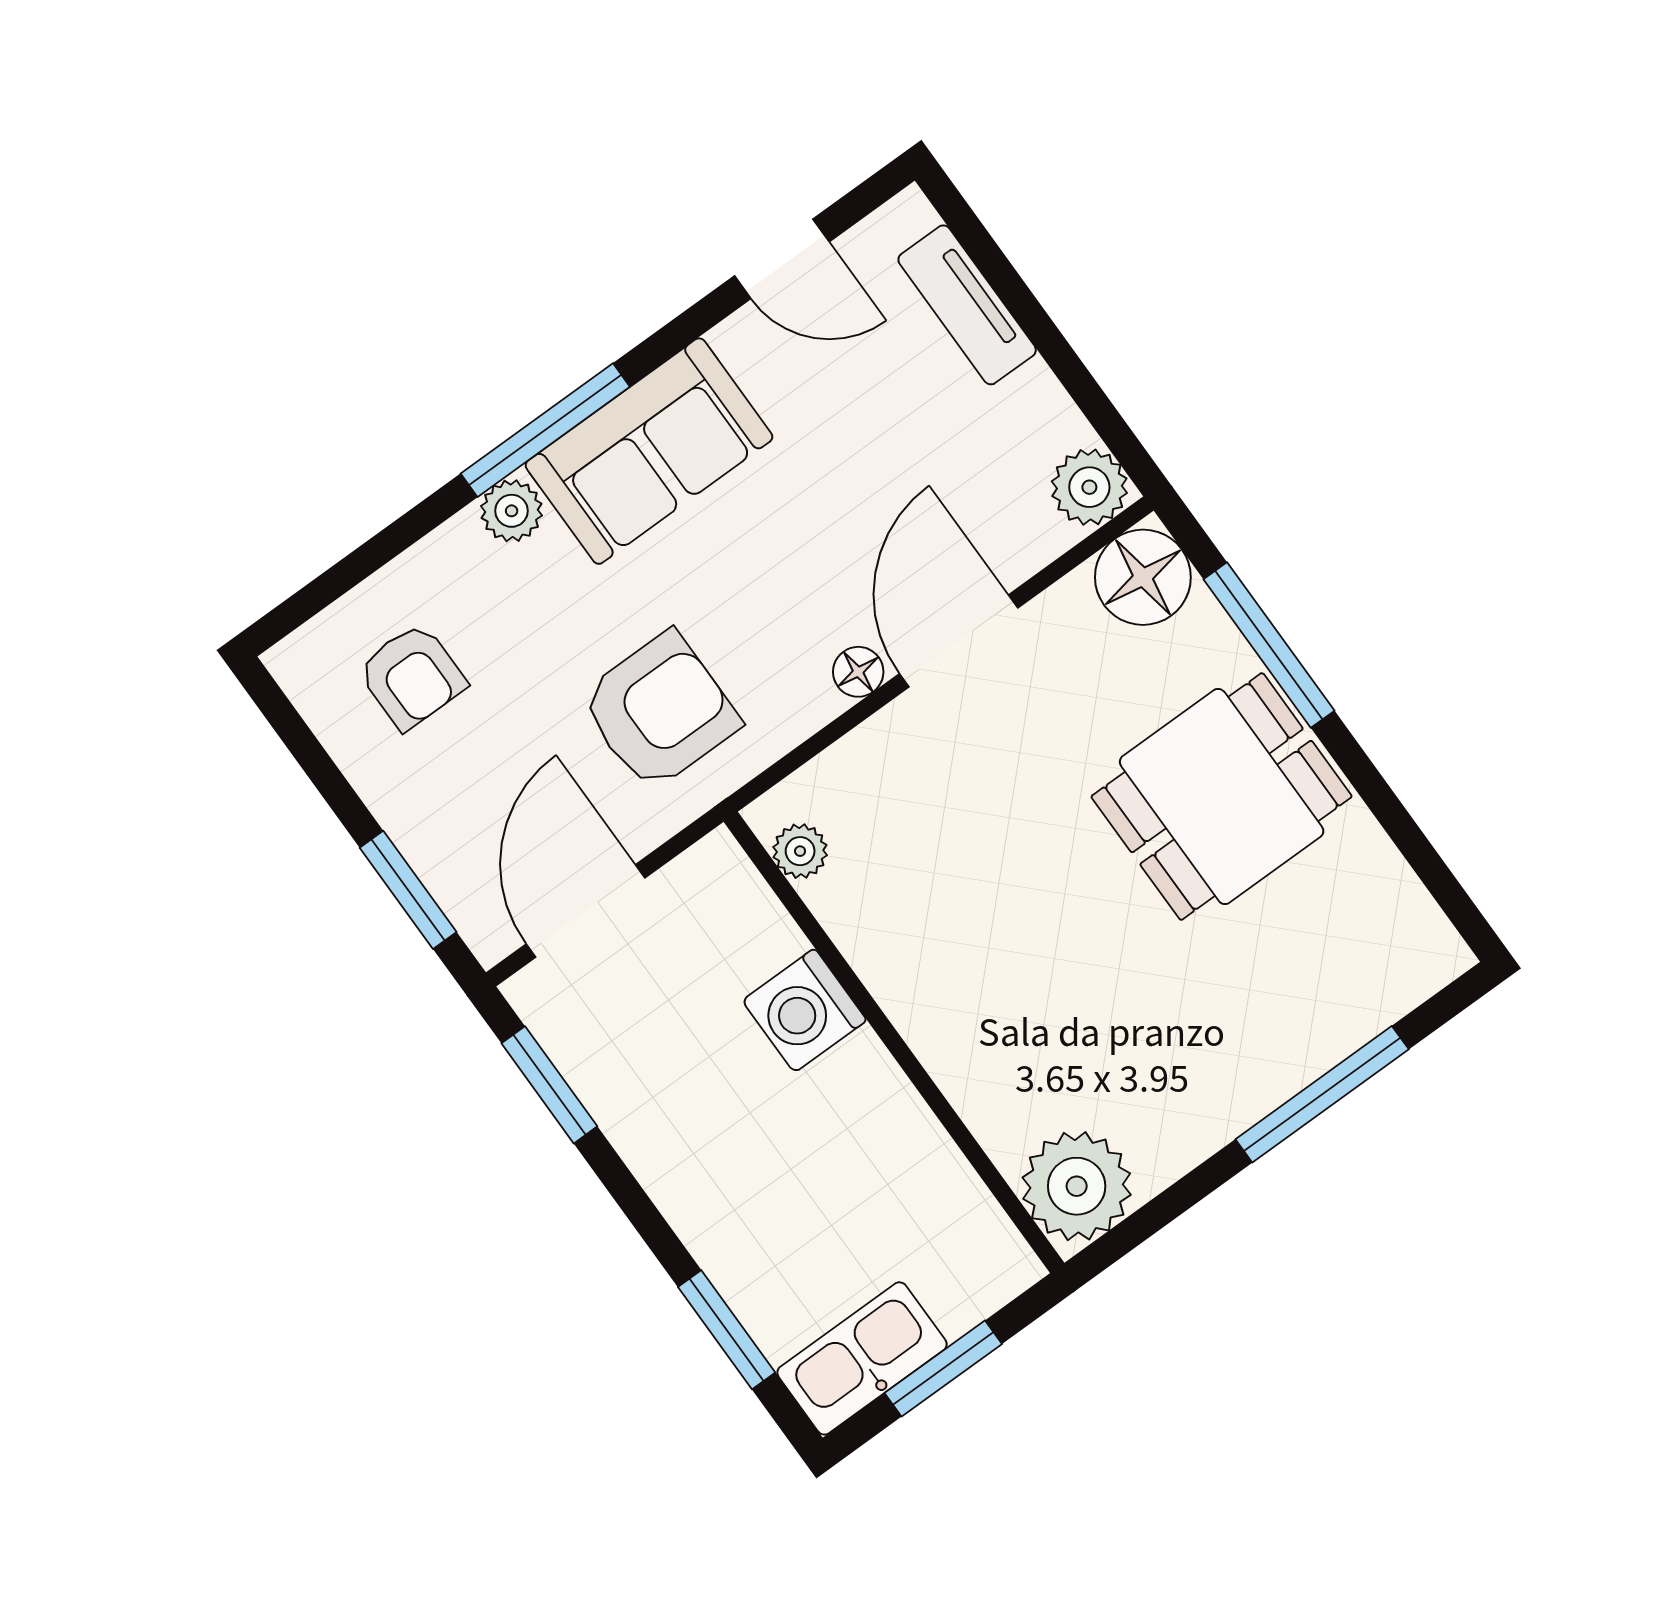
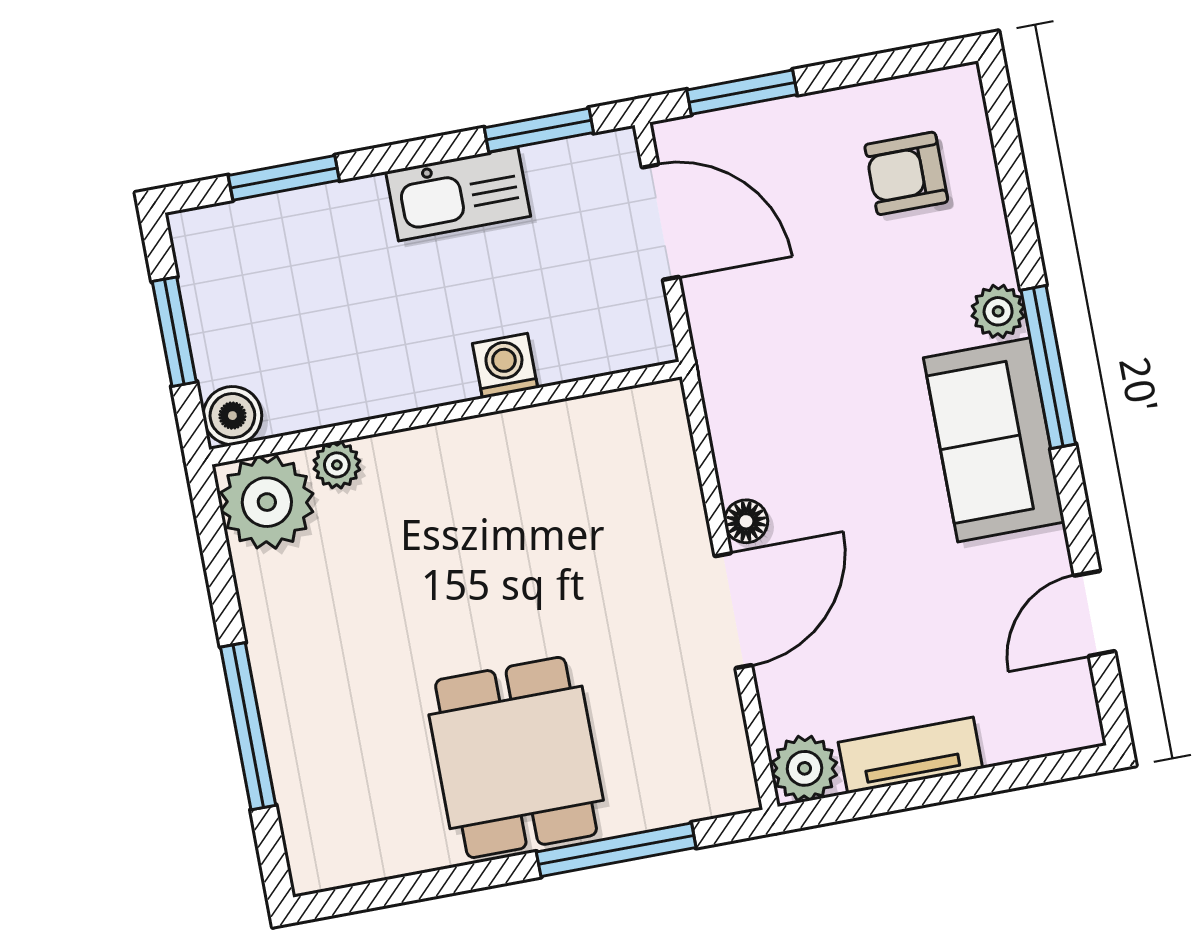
tv unit: (967, 305) -> (910, 755), moved
floor lamp: (1143, 577) -> (715, 777), removed
door: (959, 641) -> (733, 611), hinge flipped
armchair: (660, 711) -> (788, 353), removed
plant: (800, 851) -> (337, 465), moved
washing machine: (804, 1010) -> (505, 366), width x0.73, depth x0.73
boiler: (1003, 1266) -> (232, 416), added
kitchen sink: (862, 1358) -> (458, 194), moved, turned 90

